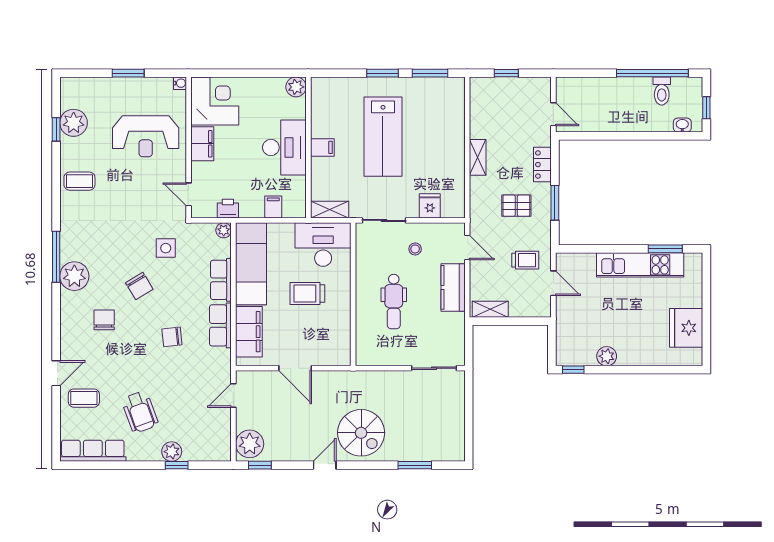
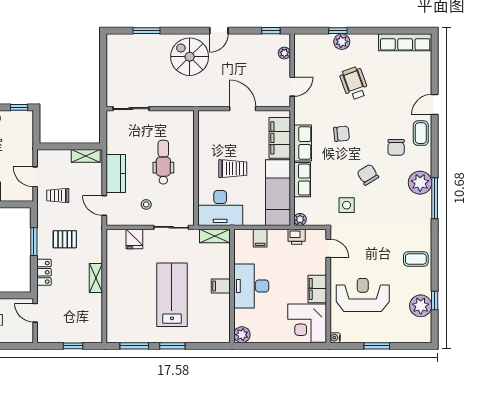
coffee table: (84, 398) -> (421, 133), moved, turned 90
wheelchair: (140, 412) -> (354, 83), moved
plant: (250, 444) -> (284, 53), width x0.53, depth x0.53

